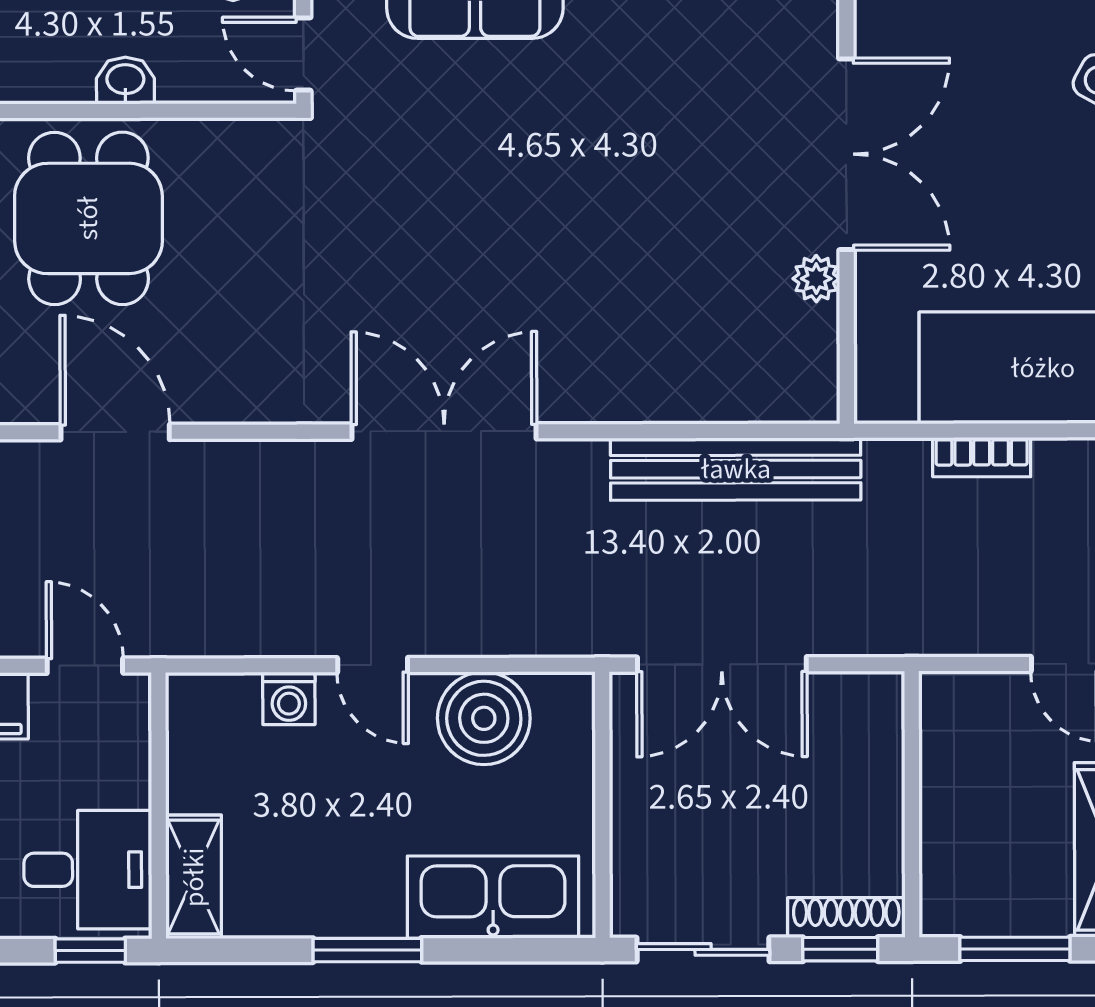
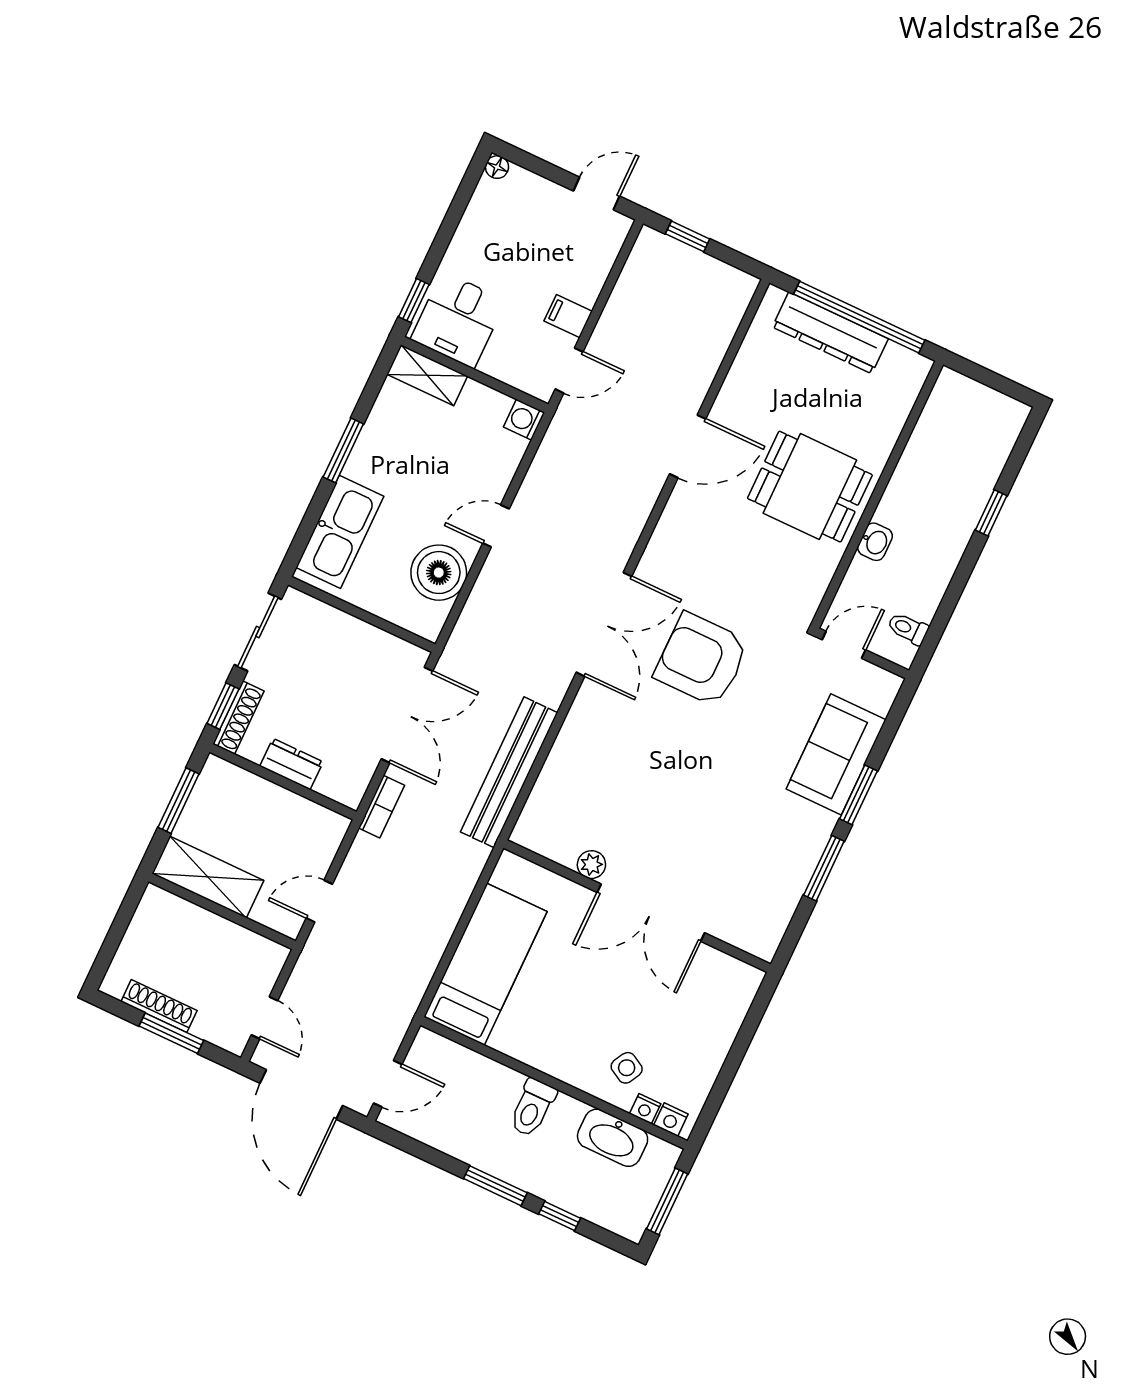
armchair: (427, 259) -> (702, 659), added
bookcase: (982, 457) -> (381, 807), moved, turned 180
double door: (722, 665) -> (407, 715), swing flipped
washing machine: (289, 698) -> (524, 420), moved
dresser: (879, 804) -> (291, 764), added

